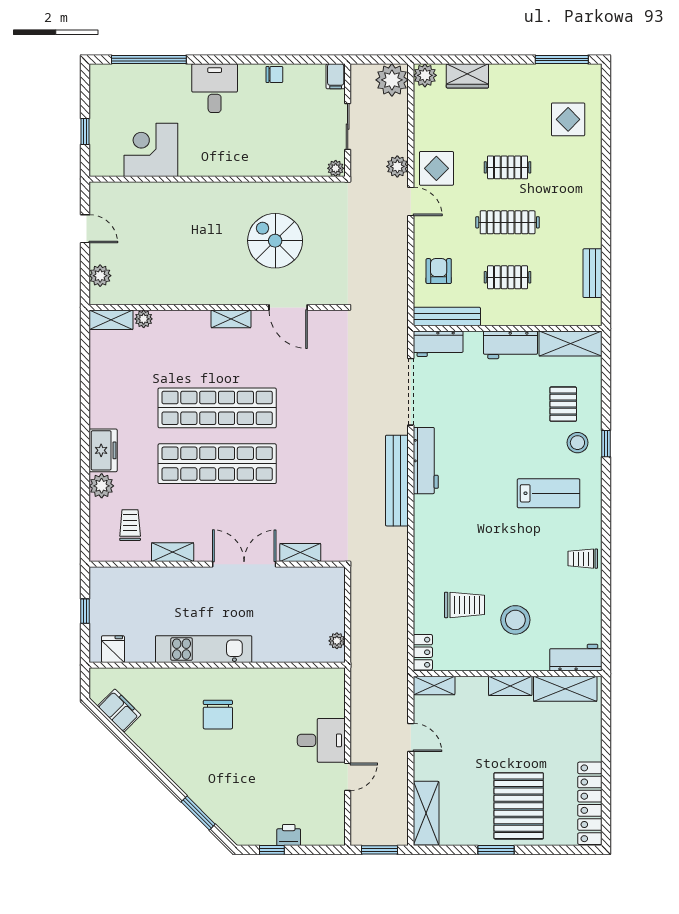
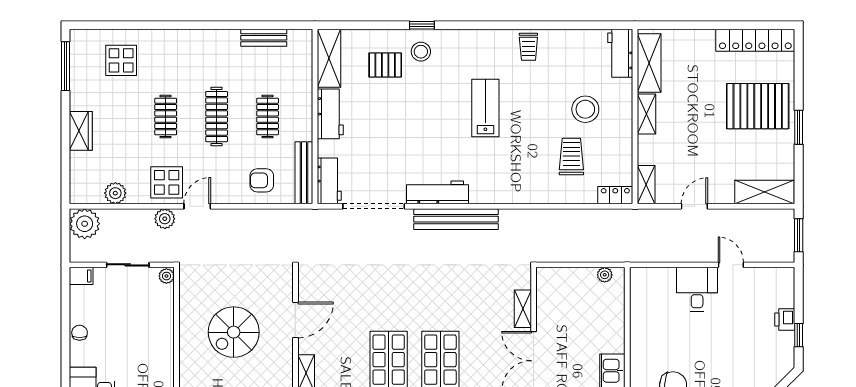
plant: (425, 75) -> (115, 193), moved
wardrobe: (467, 76) -> (81, 131), moved
lab bench: (549, 493) -> (485, 108), moved

